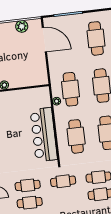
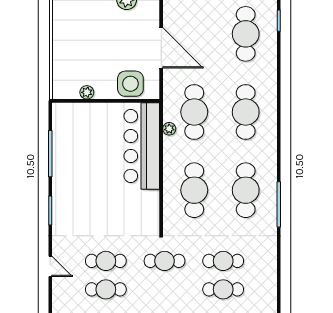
door: (44, 40) -> (161, 48), moved
side table: (30, 77) -> (130, 84), added
bar counter: (44, 135) -> (142, 146), moved

